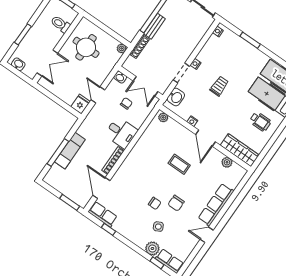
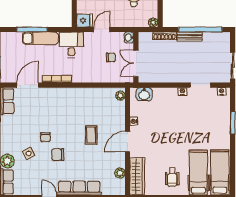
doorway: (181, 73) -> (200, 85), moved
trolley: (219, 86) -> (178, 123), removed
desk: (121, 133) -> (71, 45), moved, turned 180

